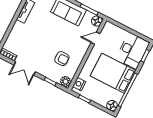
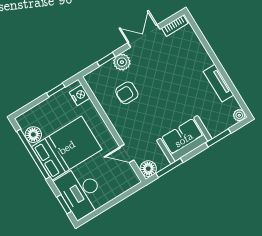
door: (96, 38) -> (127, 153), swing flipped
plant: (66, 81) -> (122, 62), moved
floor lamp: (112, 106) -> (33, 135), moved

